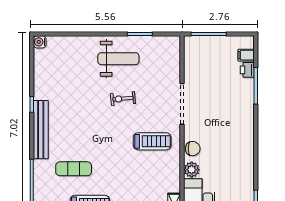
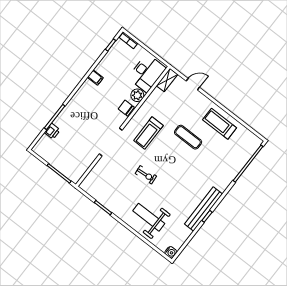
filing cabinet: (246, 55) -> (95, 77), moved
weight bench: (118, 59) -> (149, 217), moved
bench: (41, 130) -> (203, 209), moved
treadmill: (152, 141) -> (148, 133), turned -90
exercise mat: (74, 169) -> (188, 137), moved

